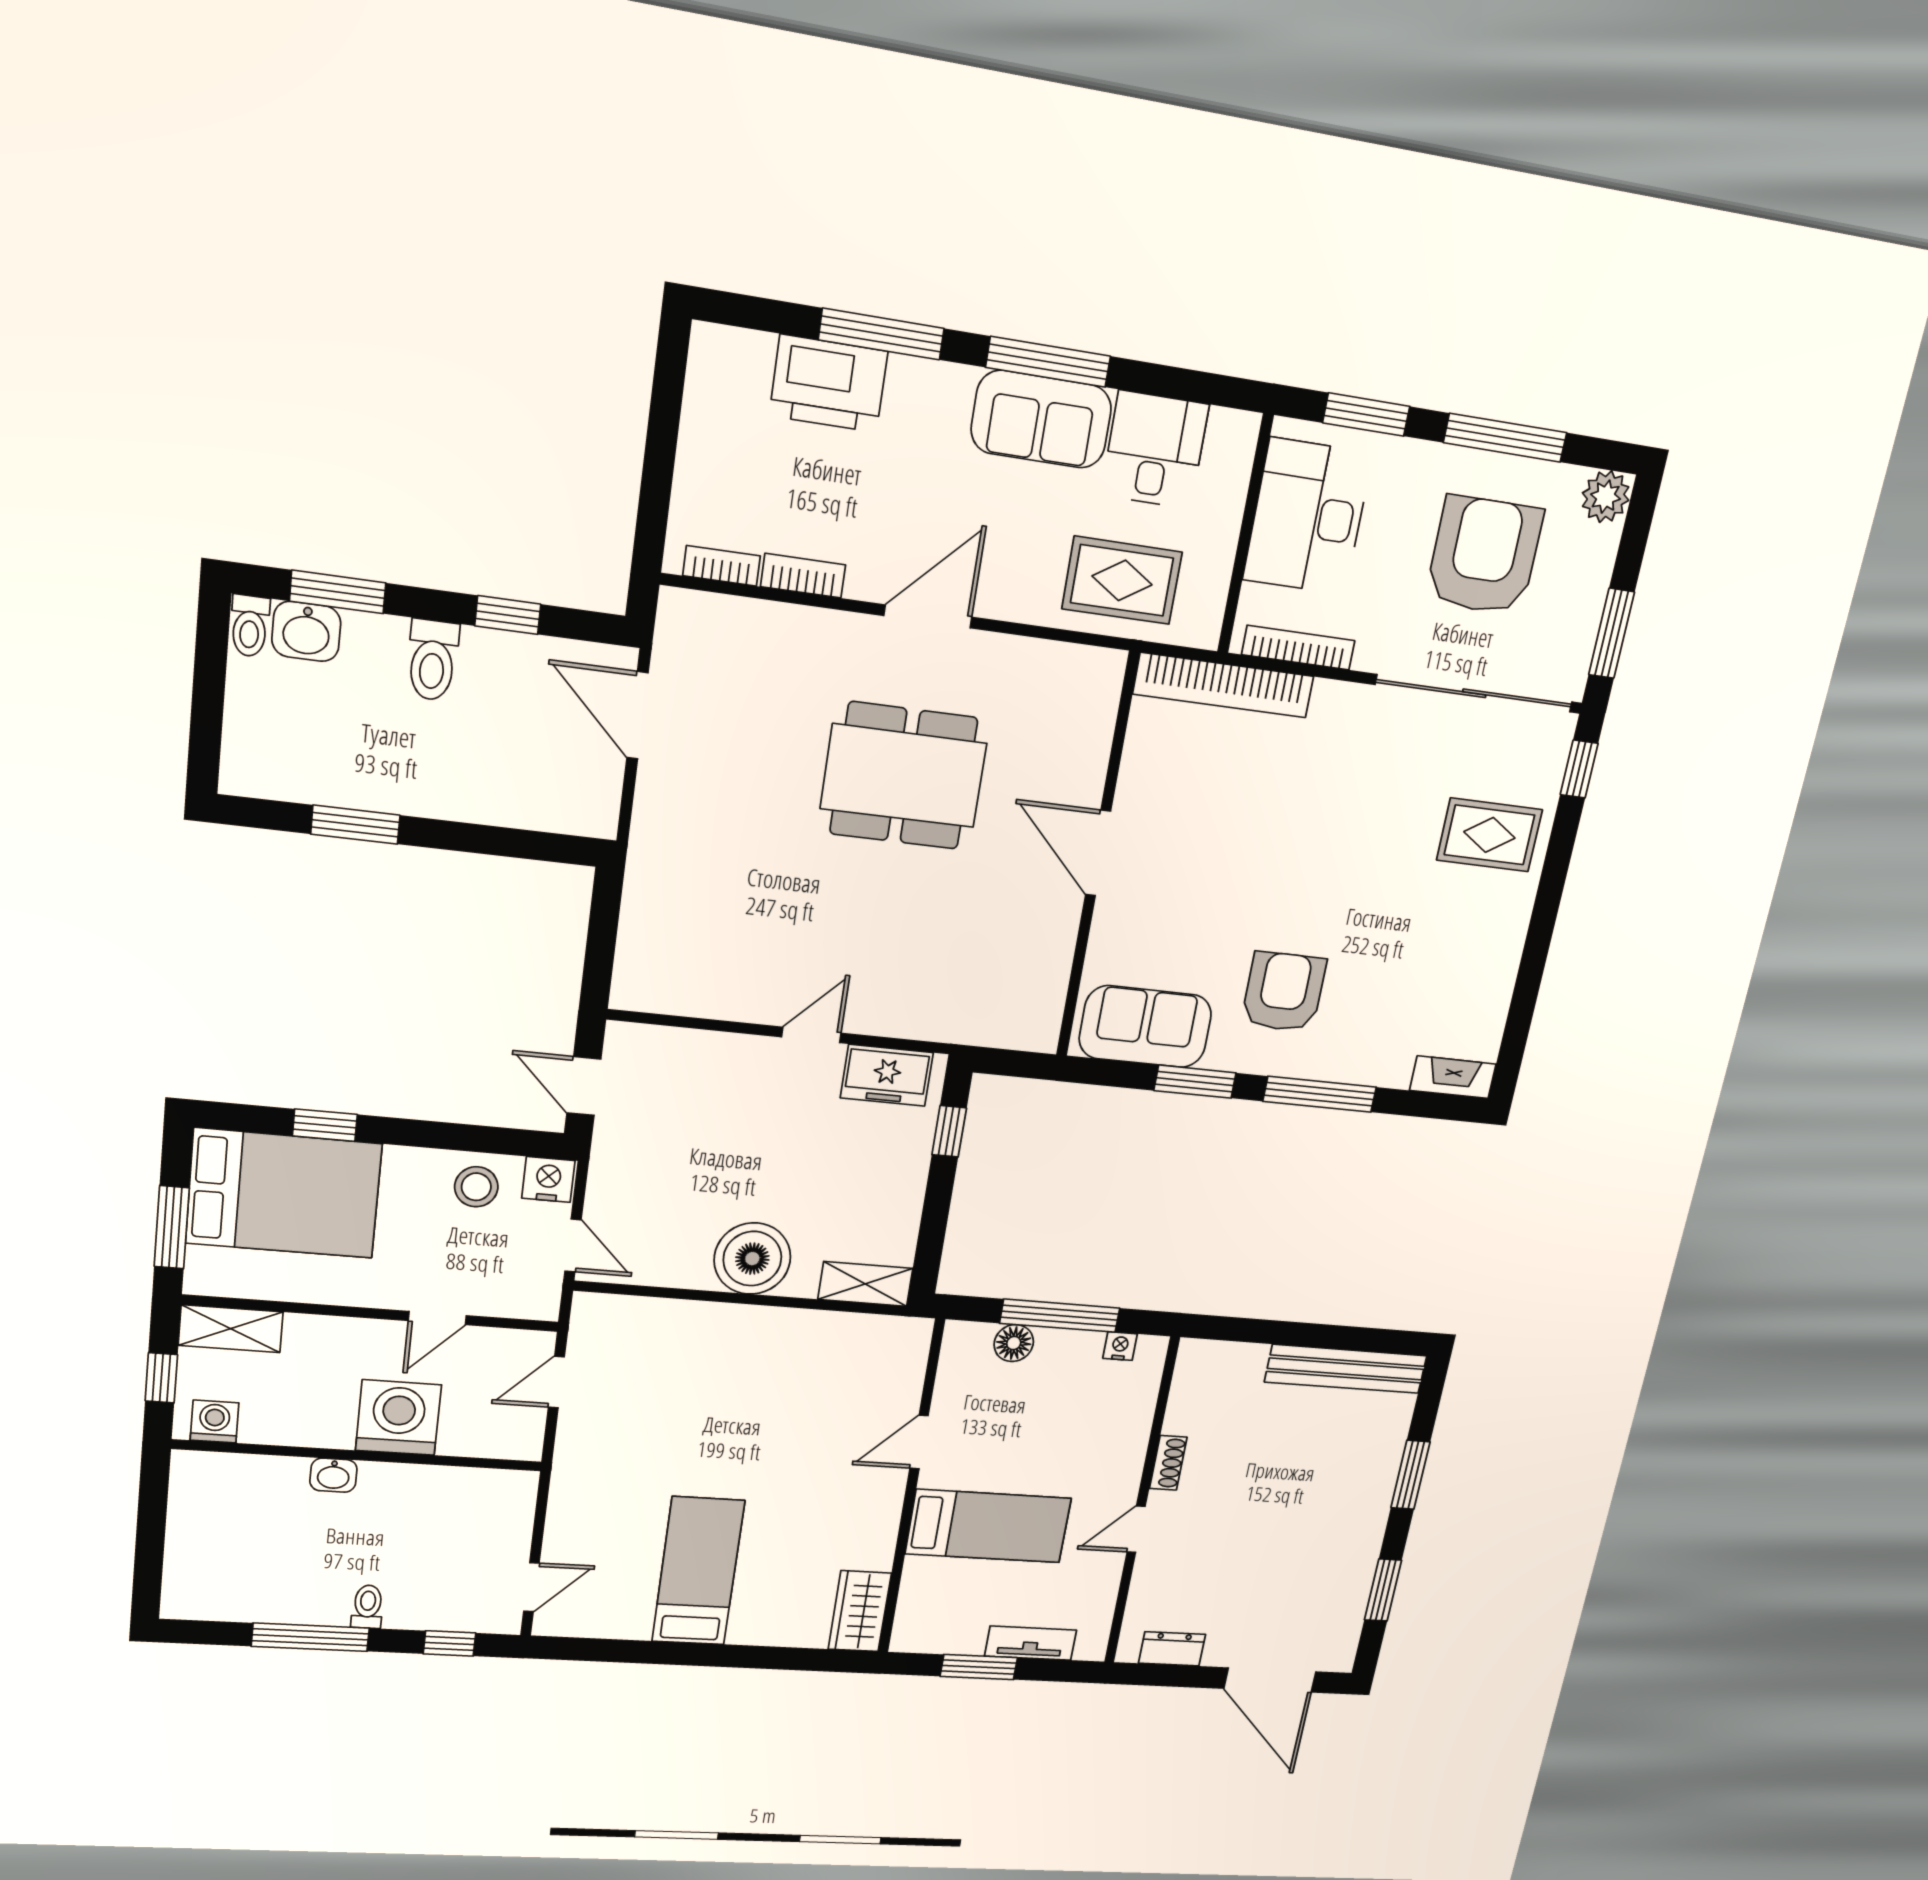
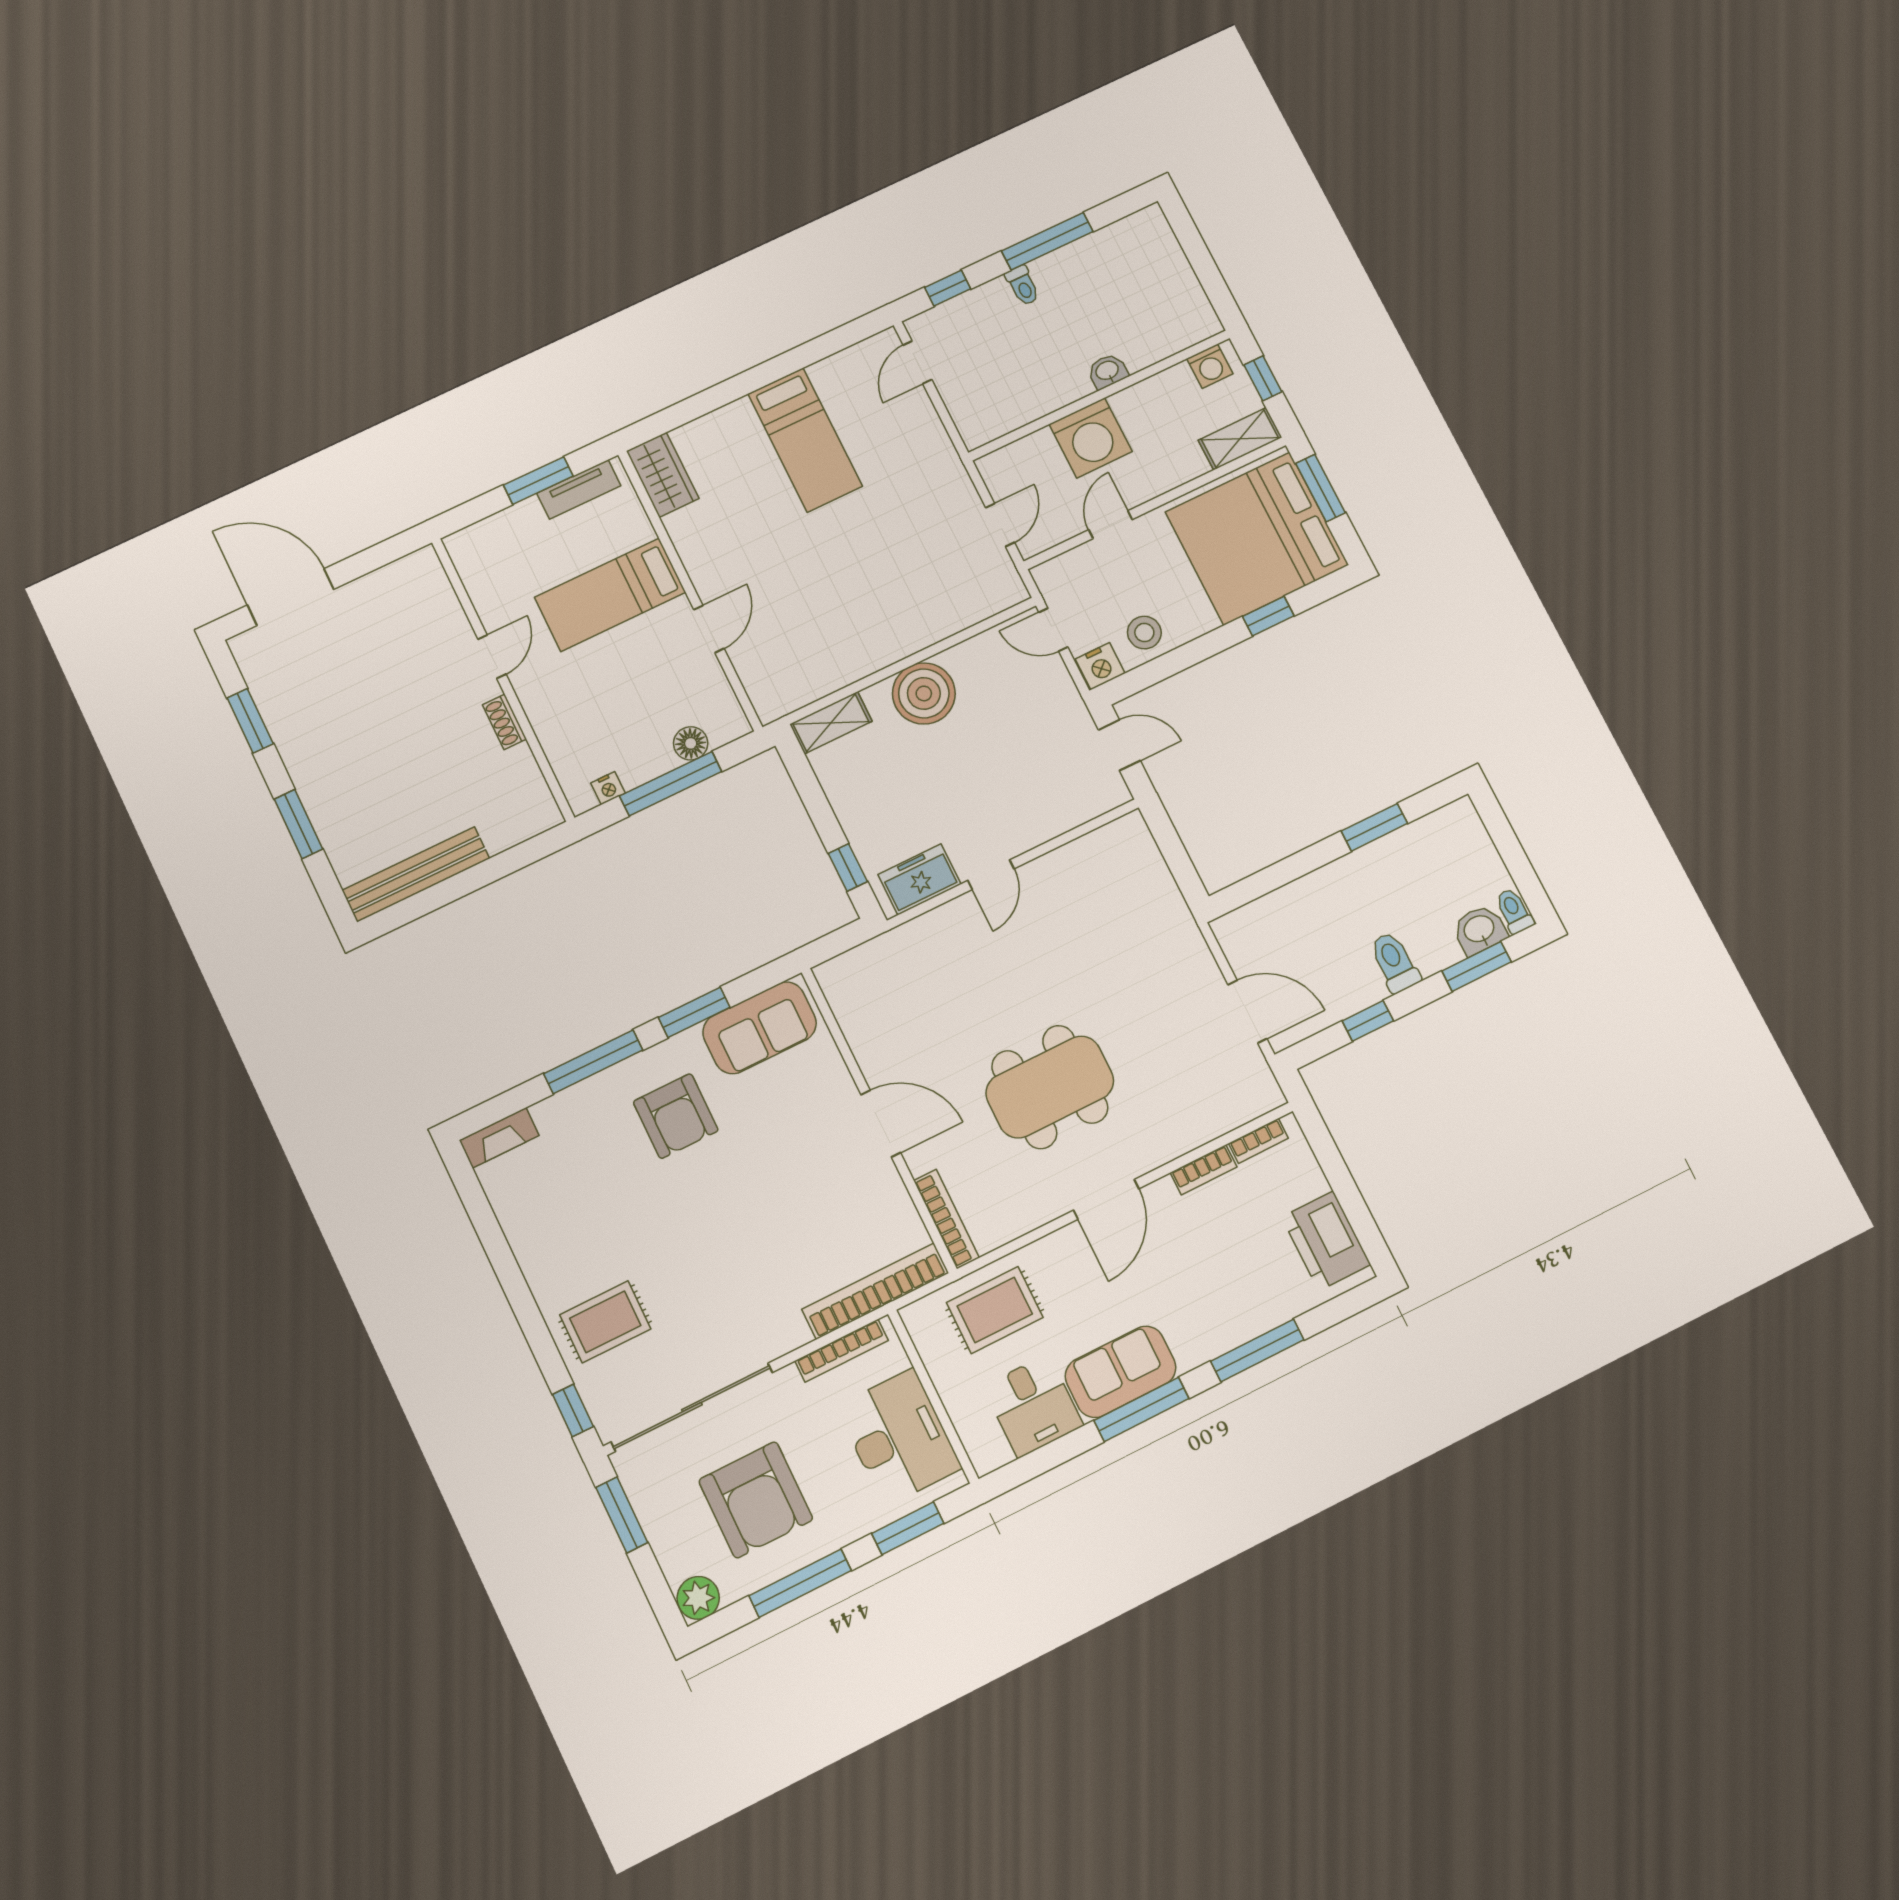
printer: (829, 384) -> (1326, 1241), moved, turned -90
bookcase: (1103, 710) -> (946, 1219), added
bed: (284, 1193) -> (1257, 538), width x1.36
tv unit: (1031, 1643) -> (579, 489), moved
dresser: (1172, 1649) -> (392, 578), removed

